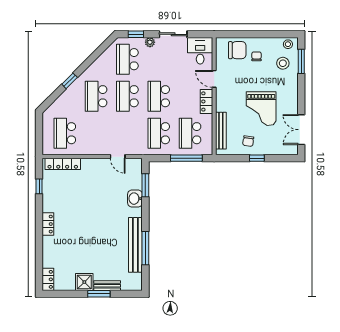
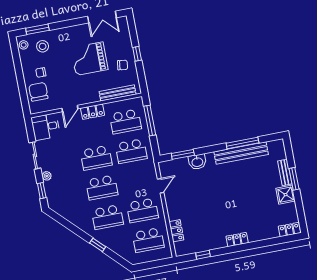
school desk: (127, 59) -> (142, 210), moved
grand piano: (261, 109) -> (89, 59), turned 180
locker: (63, 164) -> (176, 231), width x0.66

